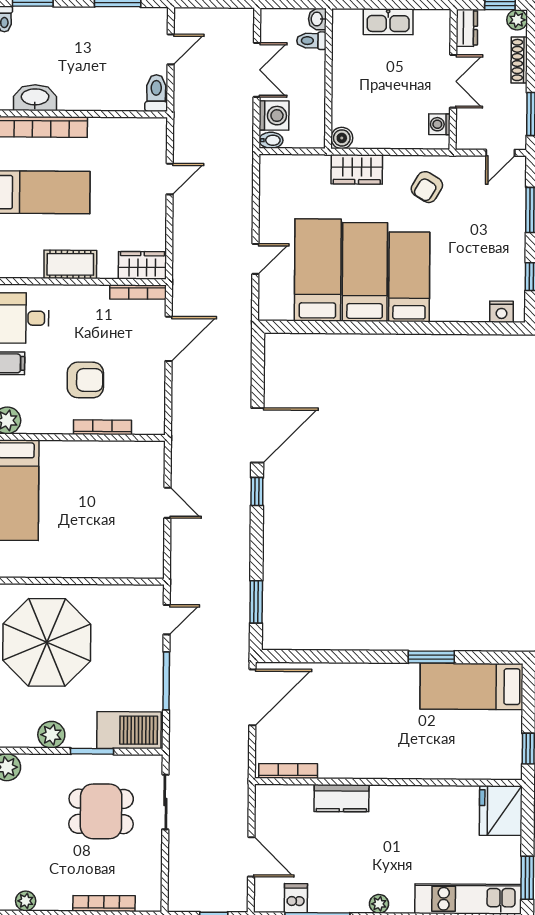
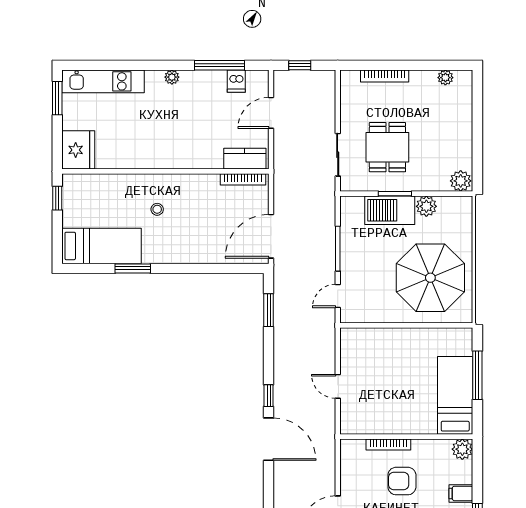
door: (257, 435) -> (269, 439), swing flipped
barbecue: (129, 730) -> (390, 210), moved
stool: (399, 733) -> (157, 209), added
kitchen counter: (341, 798) -> (245, 159), moved
dining table: (101, 811) -> (387, 147), turned 90
door: (251, 857) -> (271, 113), hinge flipped

